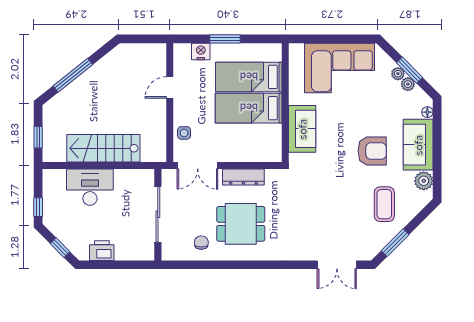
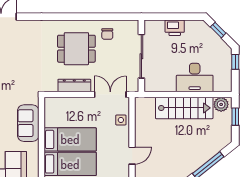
plant: (56, 153) -> (221, 104), added
printer: (102, 251) -> (175, 28), moved

